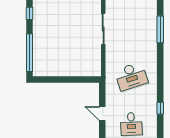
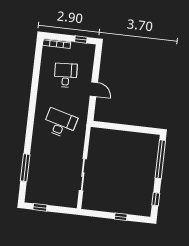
desk: (131, 76) -> (60, 123), turned 33
window: (160, 108) -> (34, 88), removed

